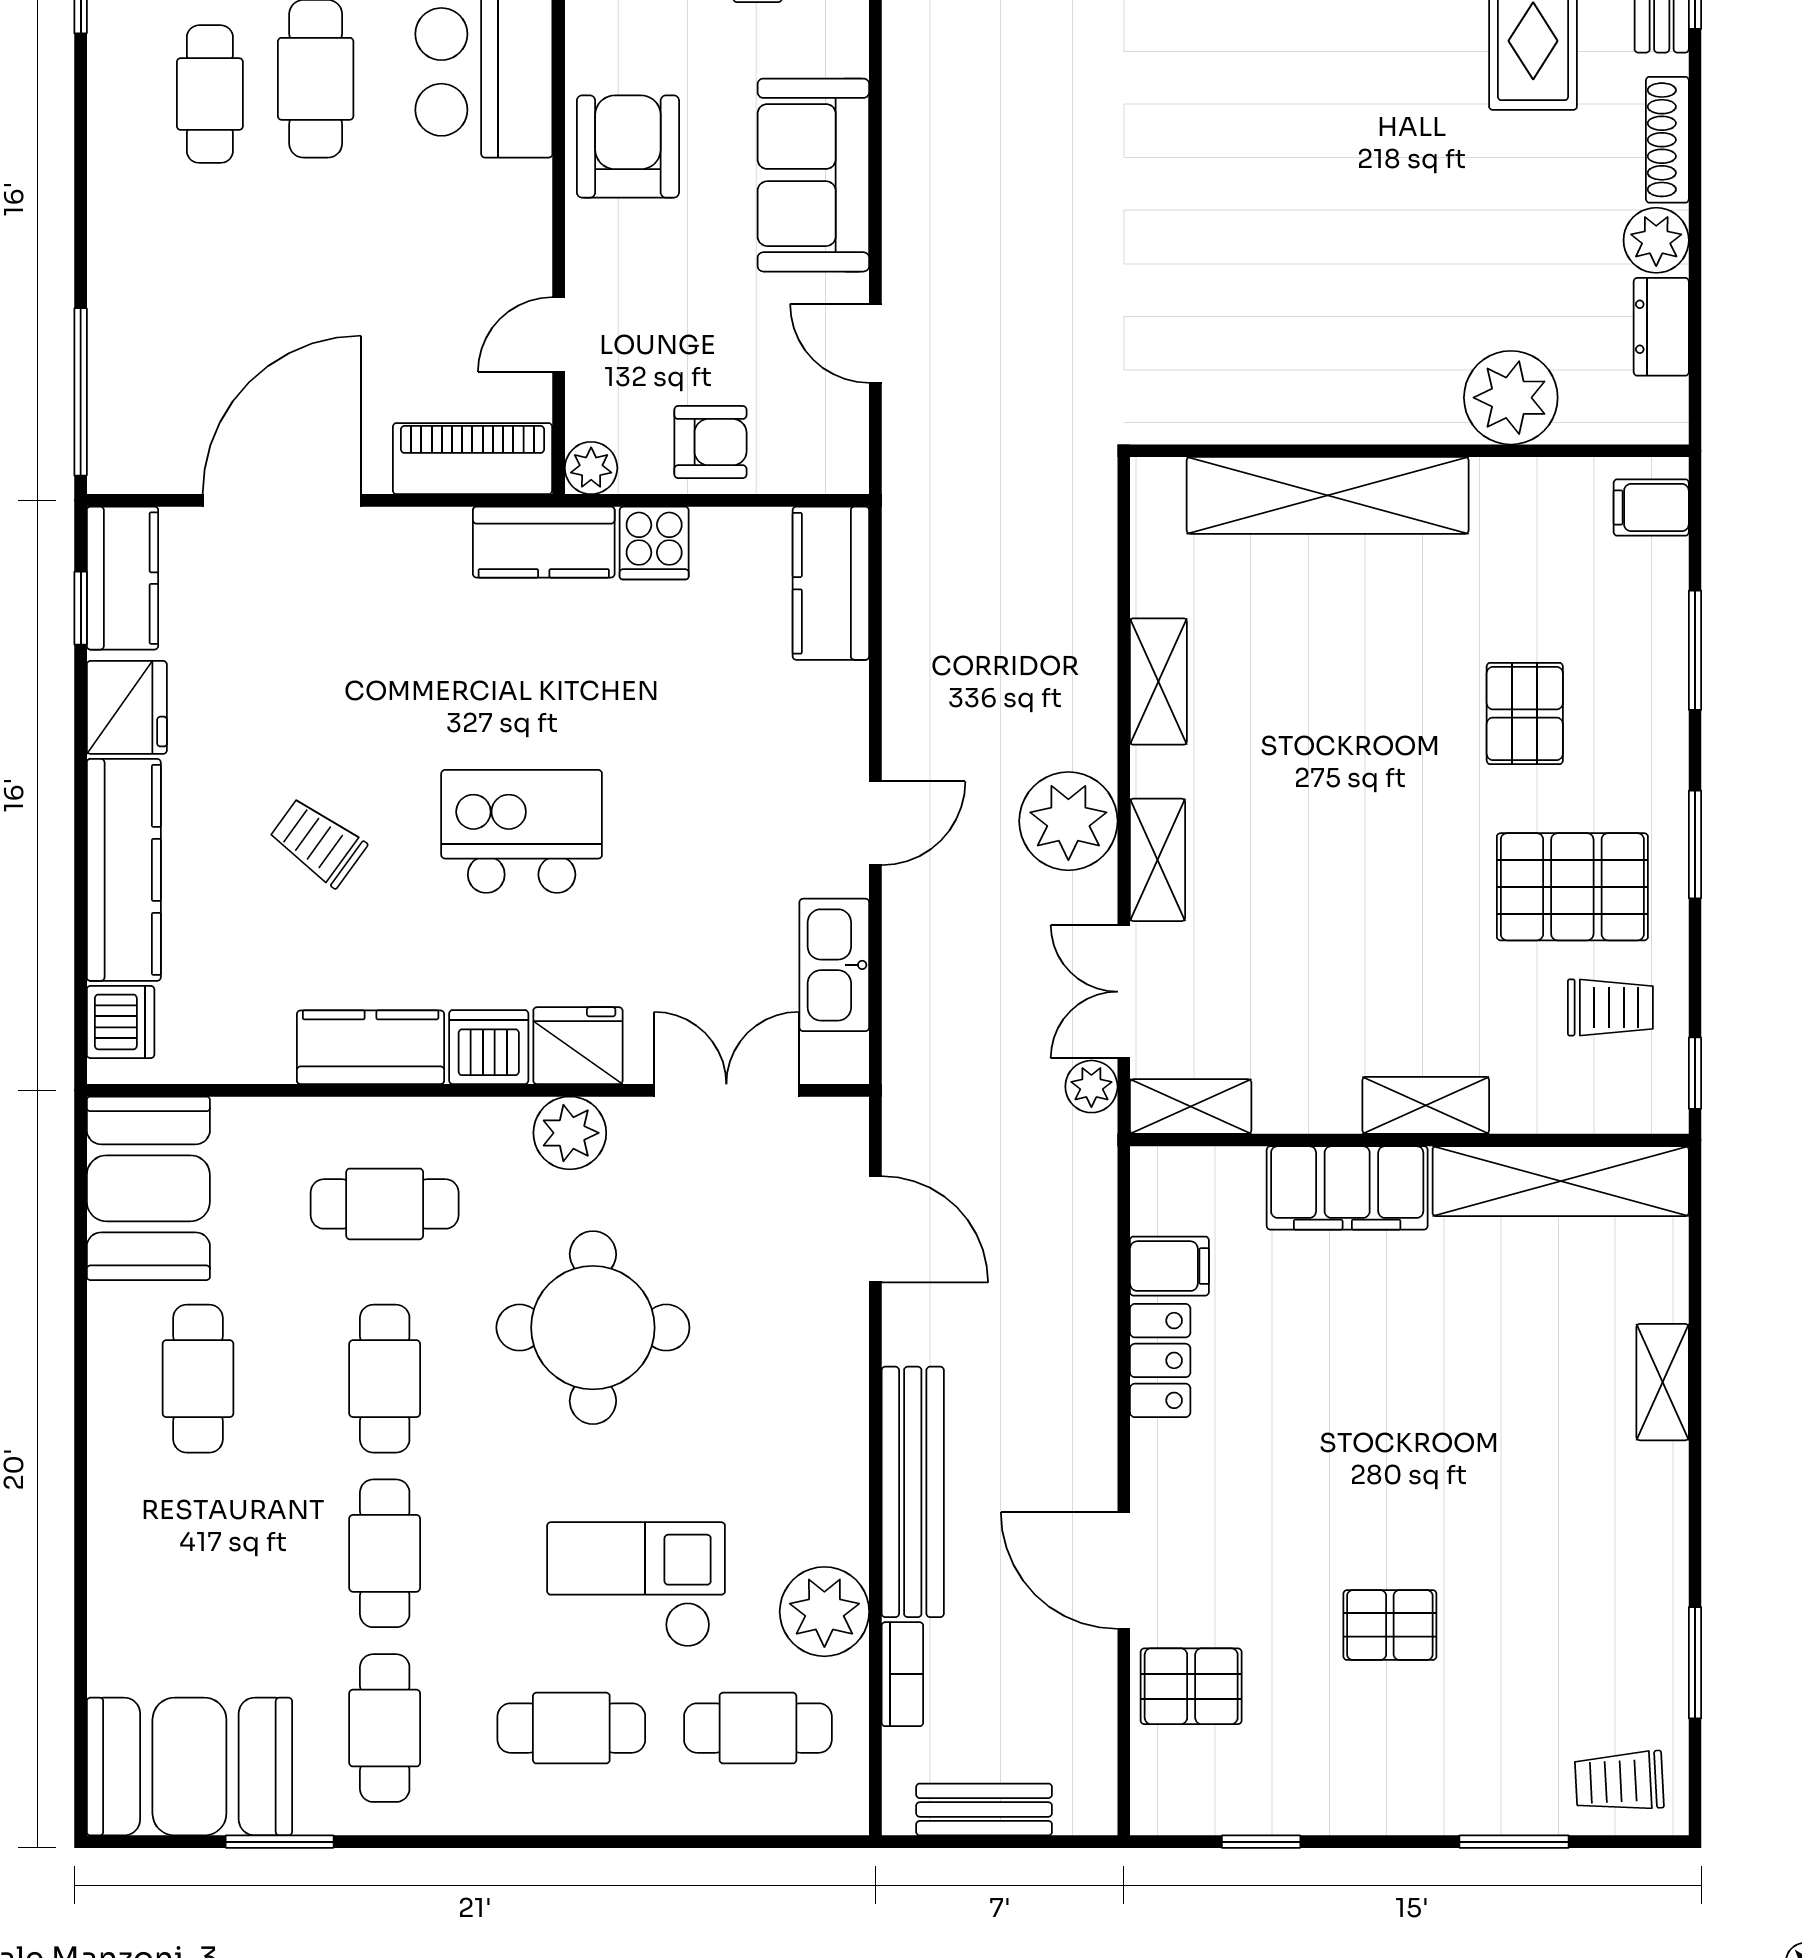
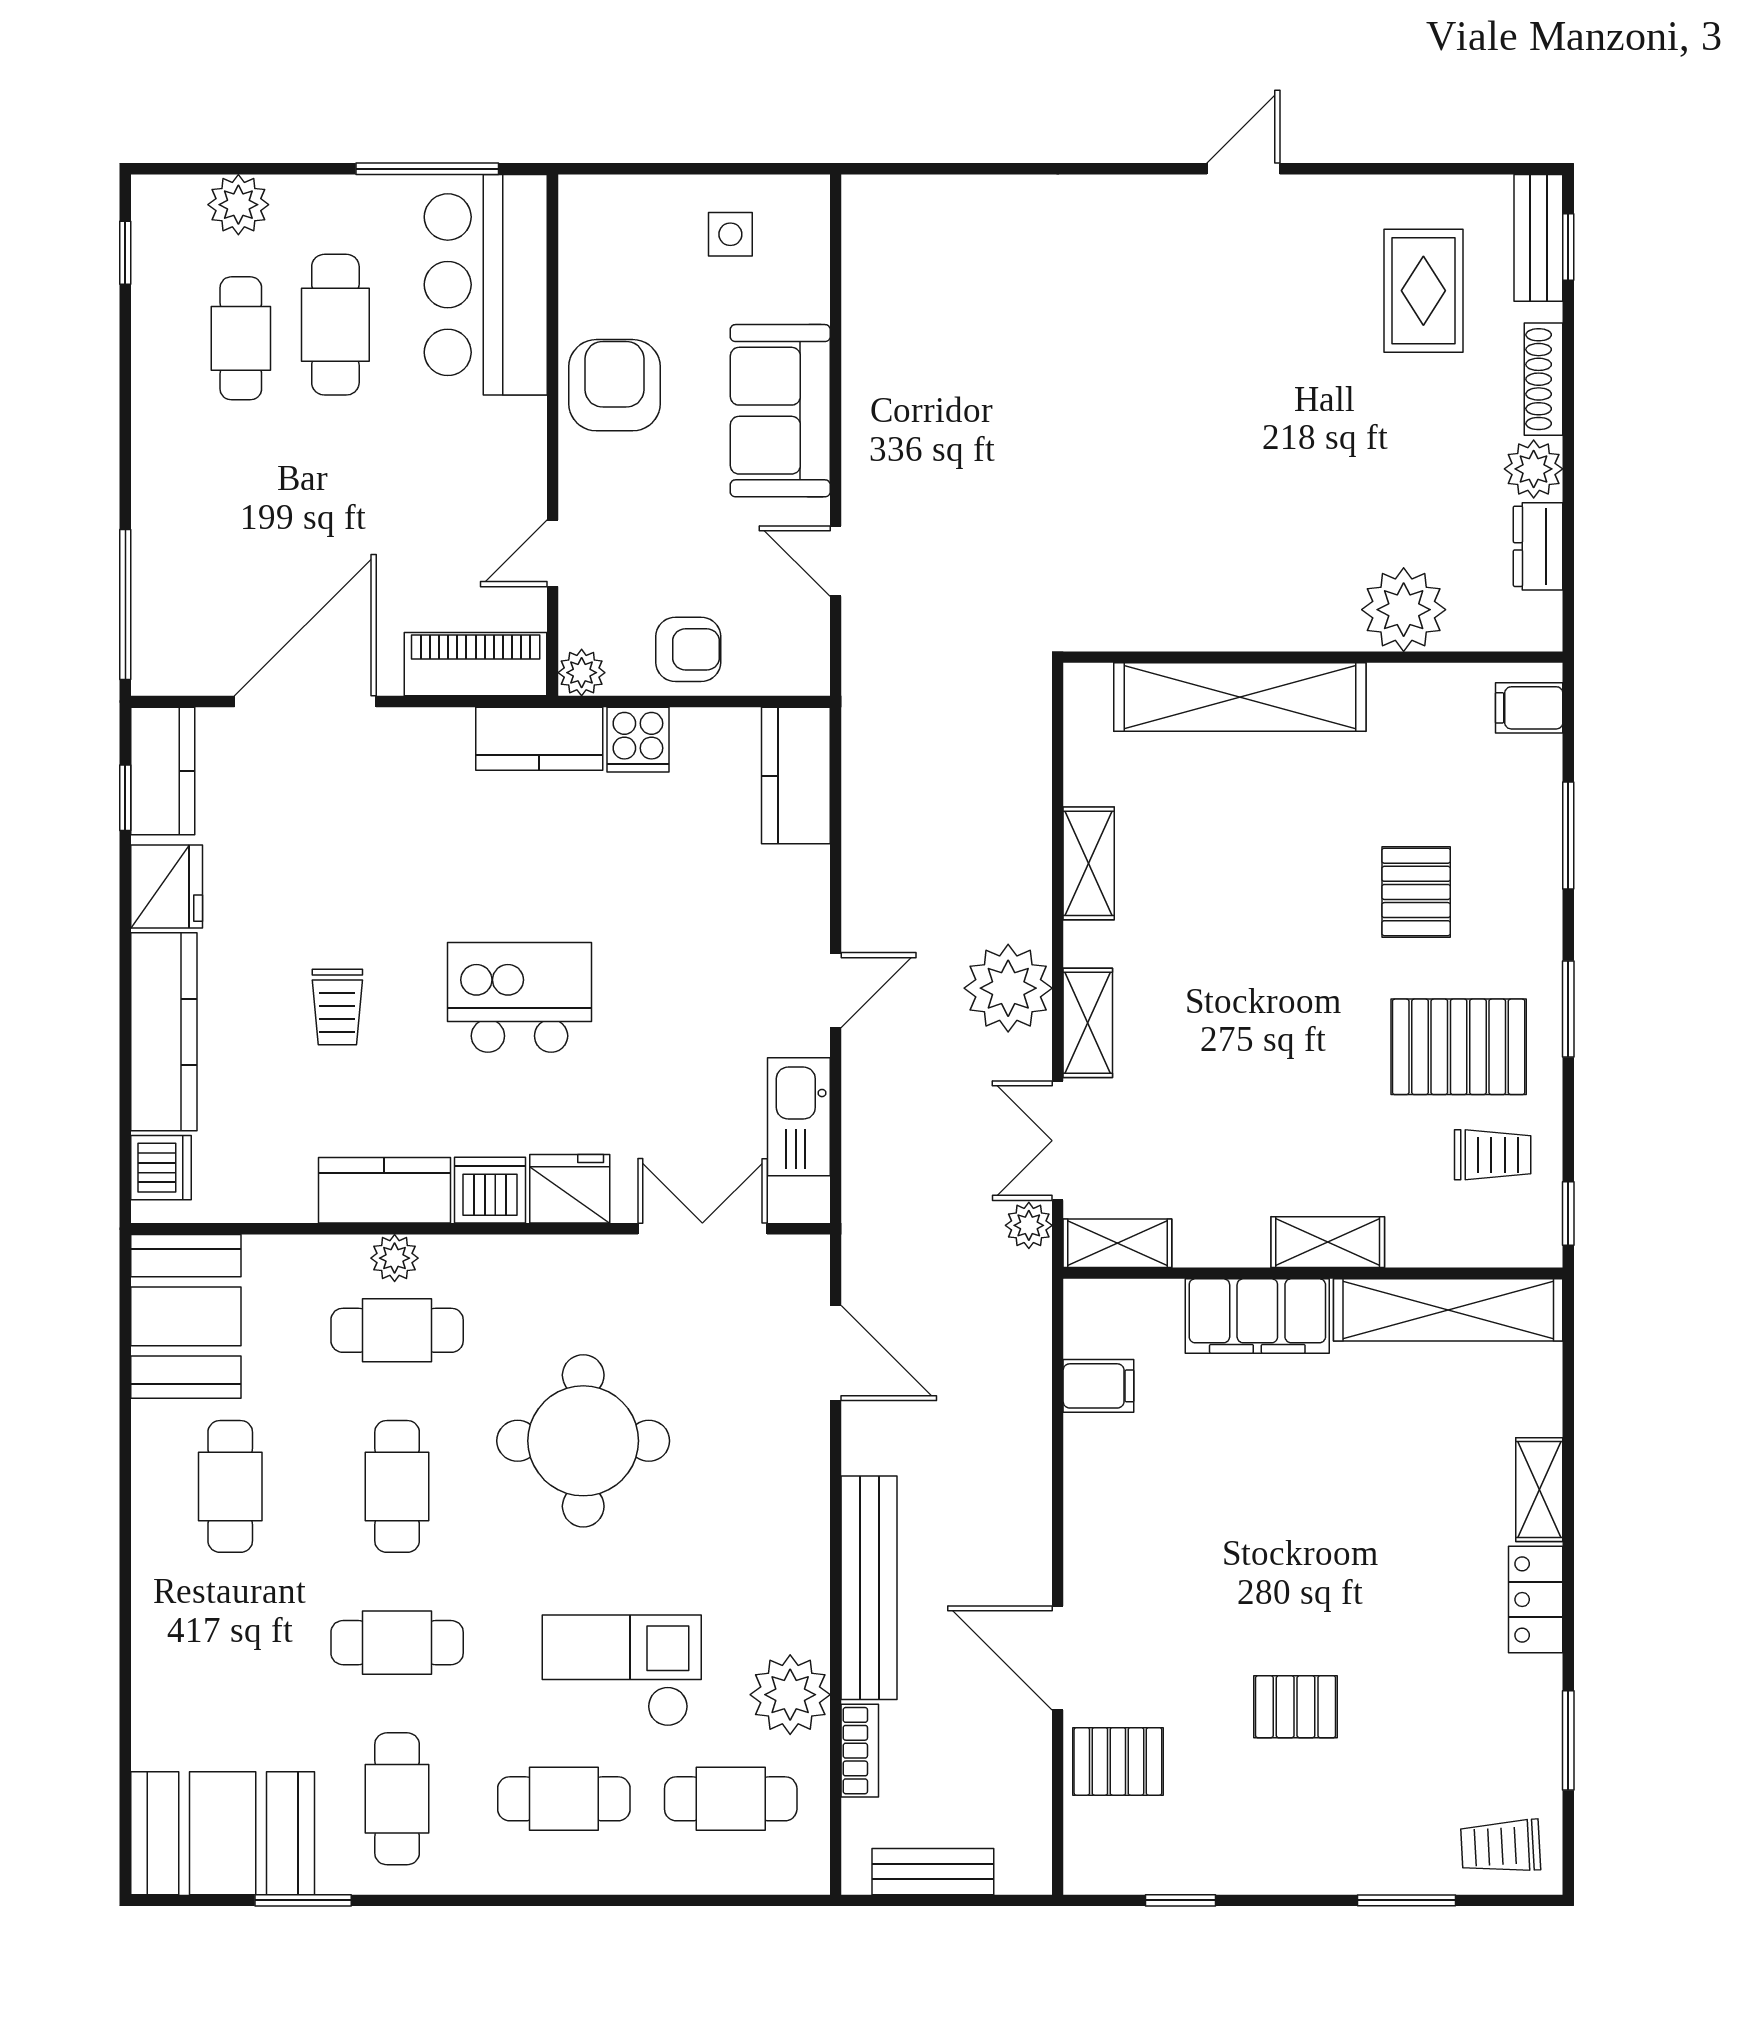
trolley: (318, 842) -> (337, 1007), turned -126
plant: (570, 1133) -> (395, 1258), moved, width x0.73, depth x0.73
locker: (1160, 1360) -> (1536, 1600), moved, turned 180
cafe table: (385, 1553) -> (397, 1643), turned 90

